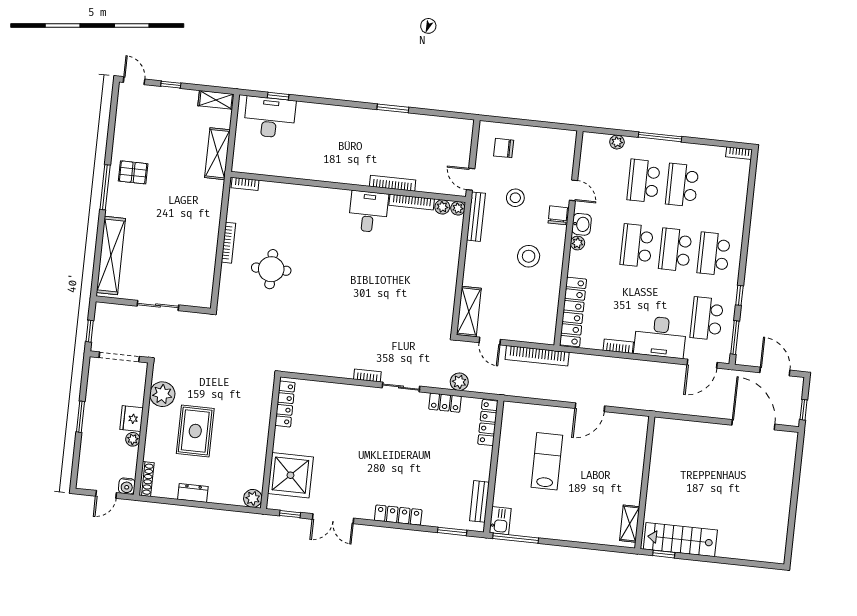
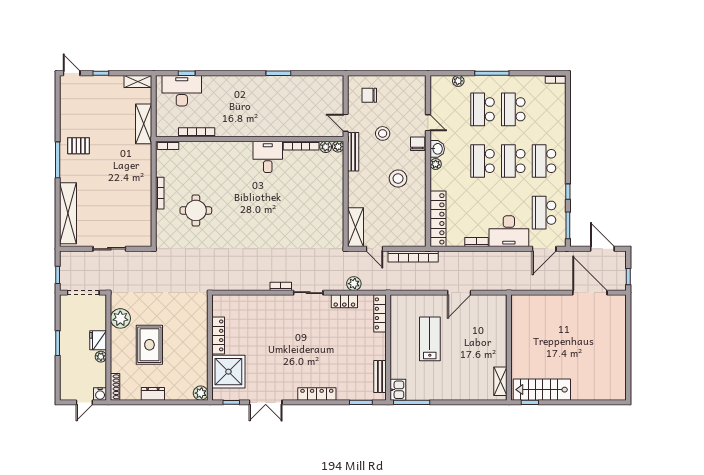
bookcase: (393, 183) -> (197, 132), moved
locker: (285, 404) -> (218, 335), moved

